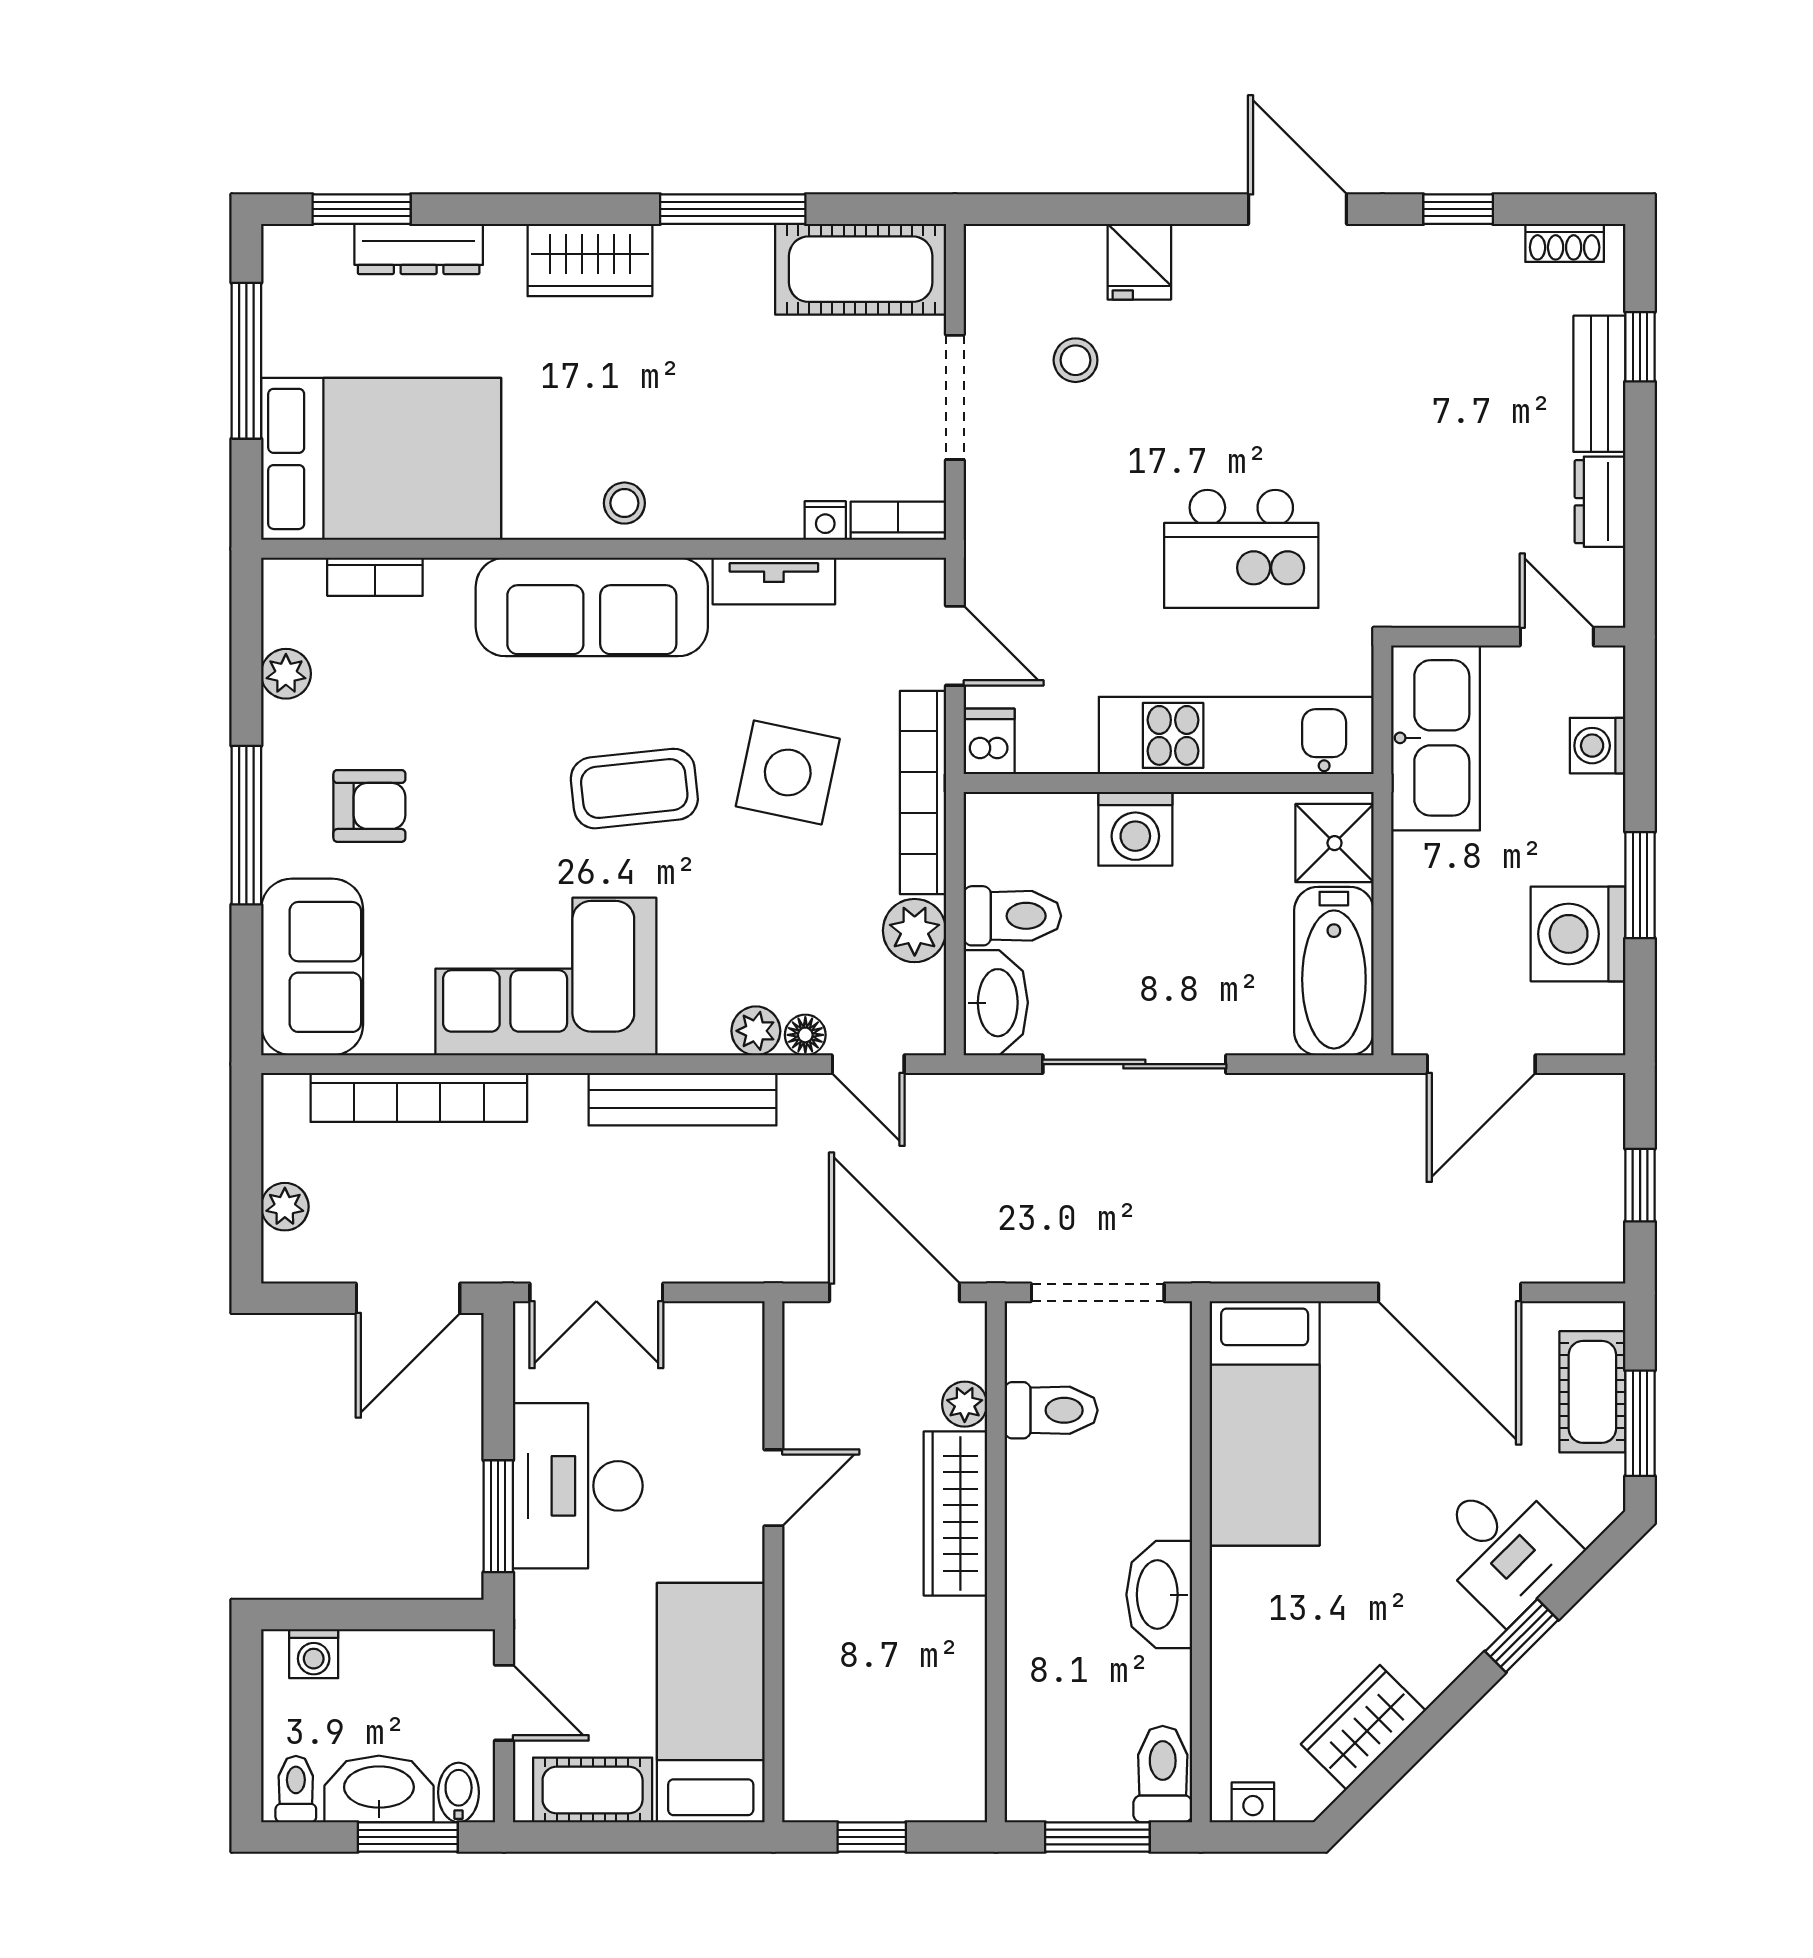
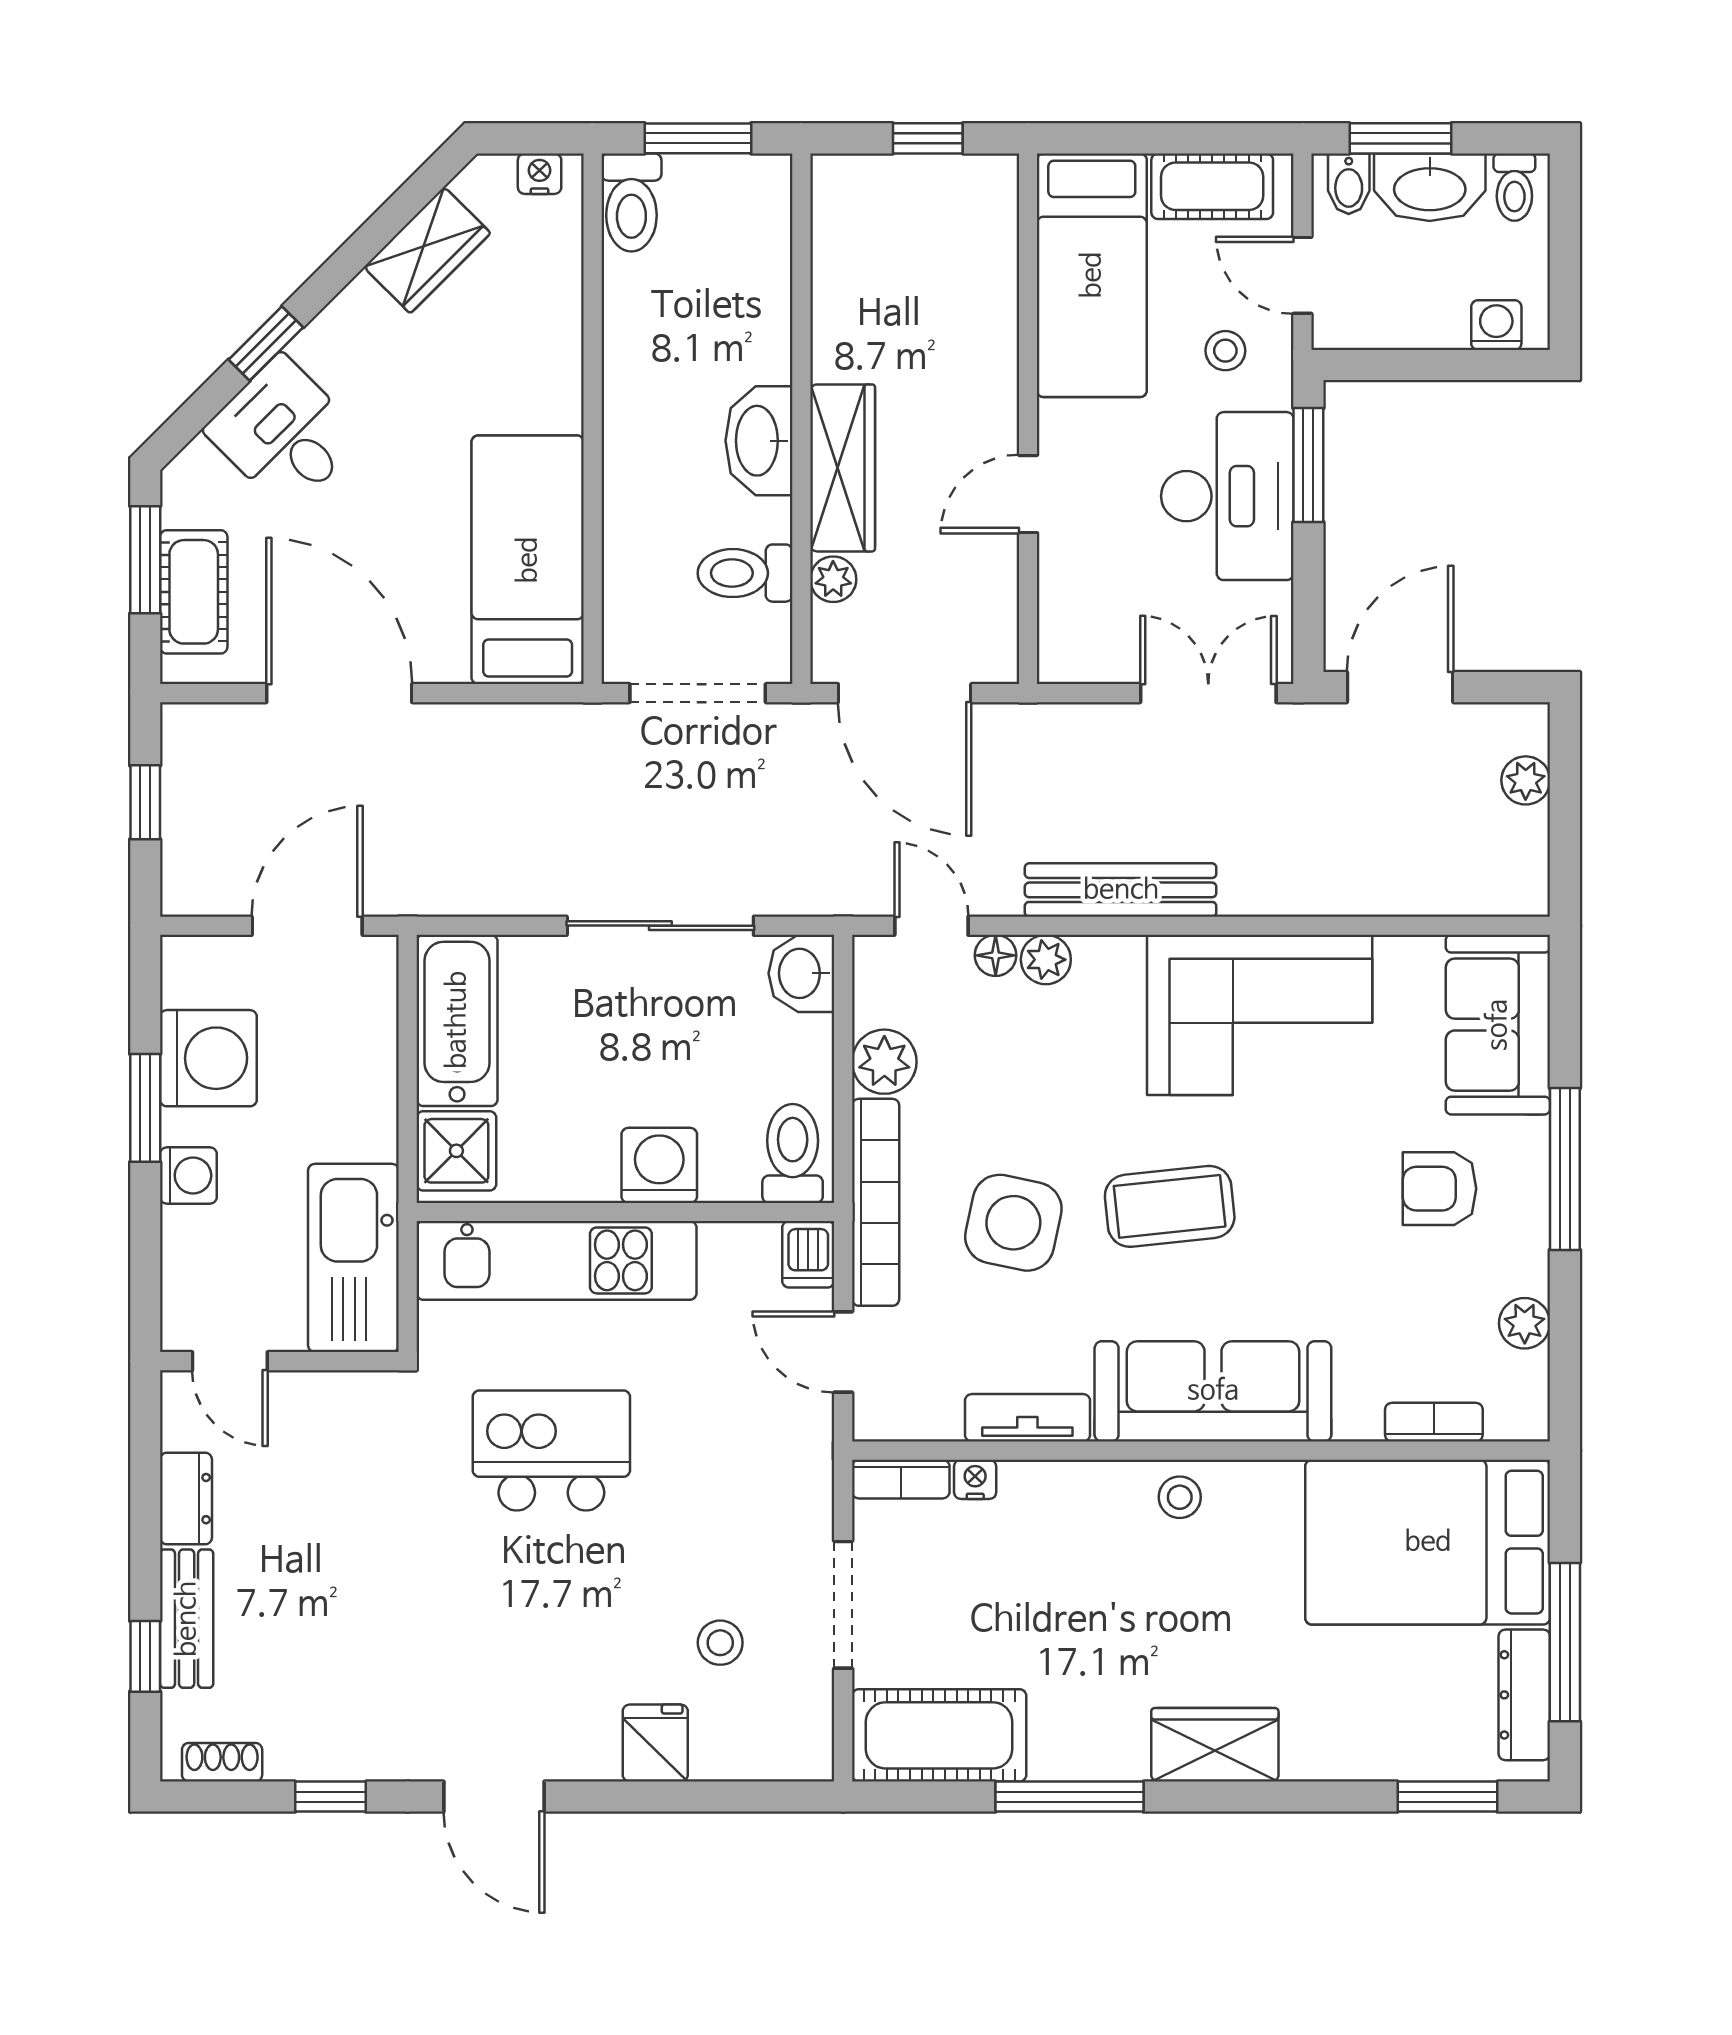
dresser: (419, 249) -> (1524, 1695), moved, turned -90
washing machine: (1598, 746) -> (188, 1175), moved
toilet: (1012, 916) -> (793, 1153), moved, turned 90
washbasin: (996, 1003) -> (801, 973), width x0.72
bookcase: (419, 1097) -> (1389, 892), removed
washbasin: (1159, 1595) -> (759, 441), moved, turned 180
stool: (580, 1629) -> (1225, 351), added

